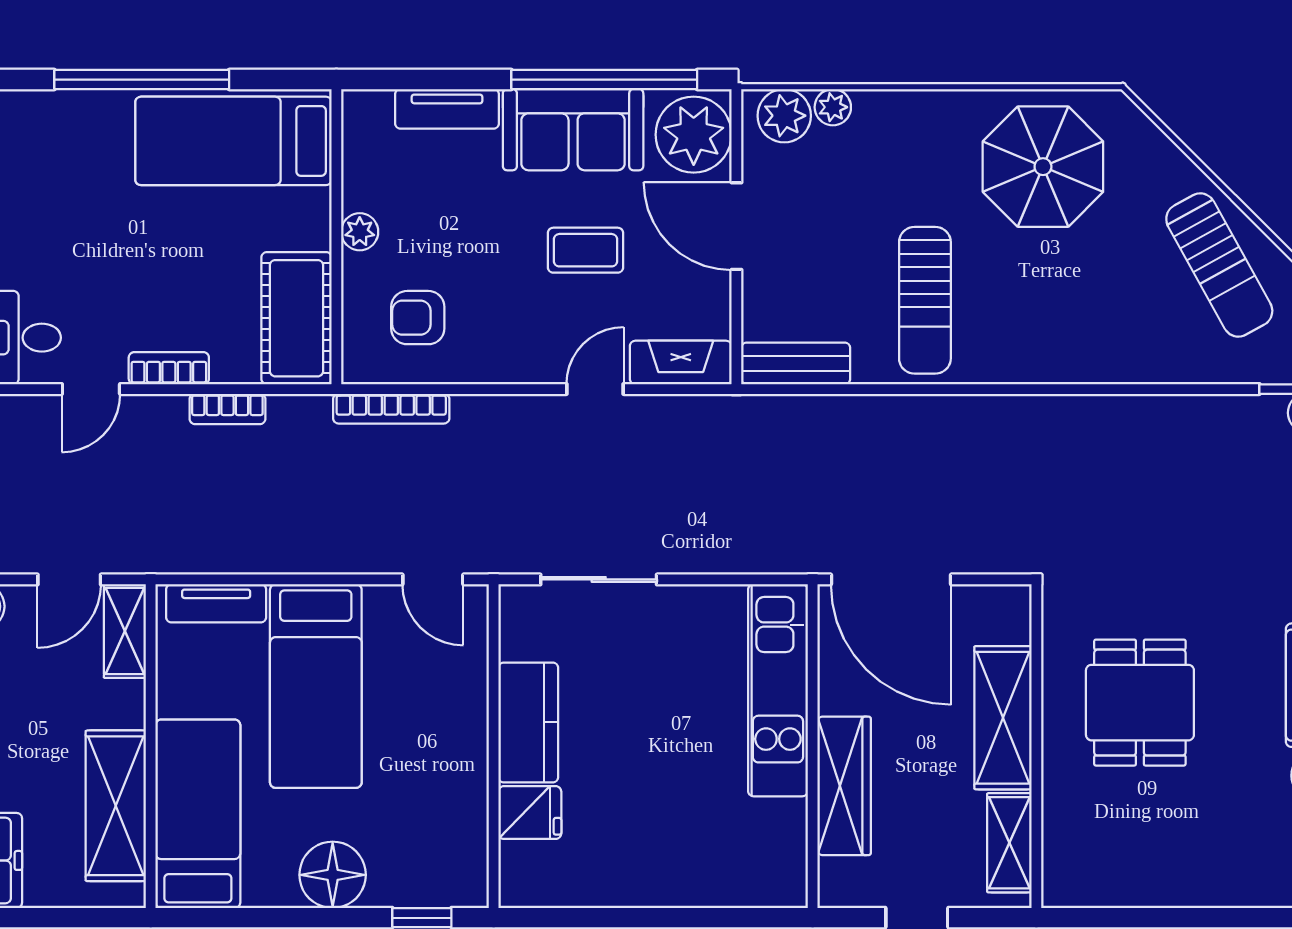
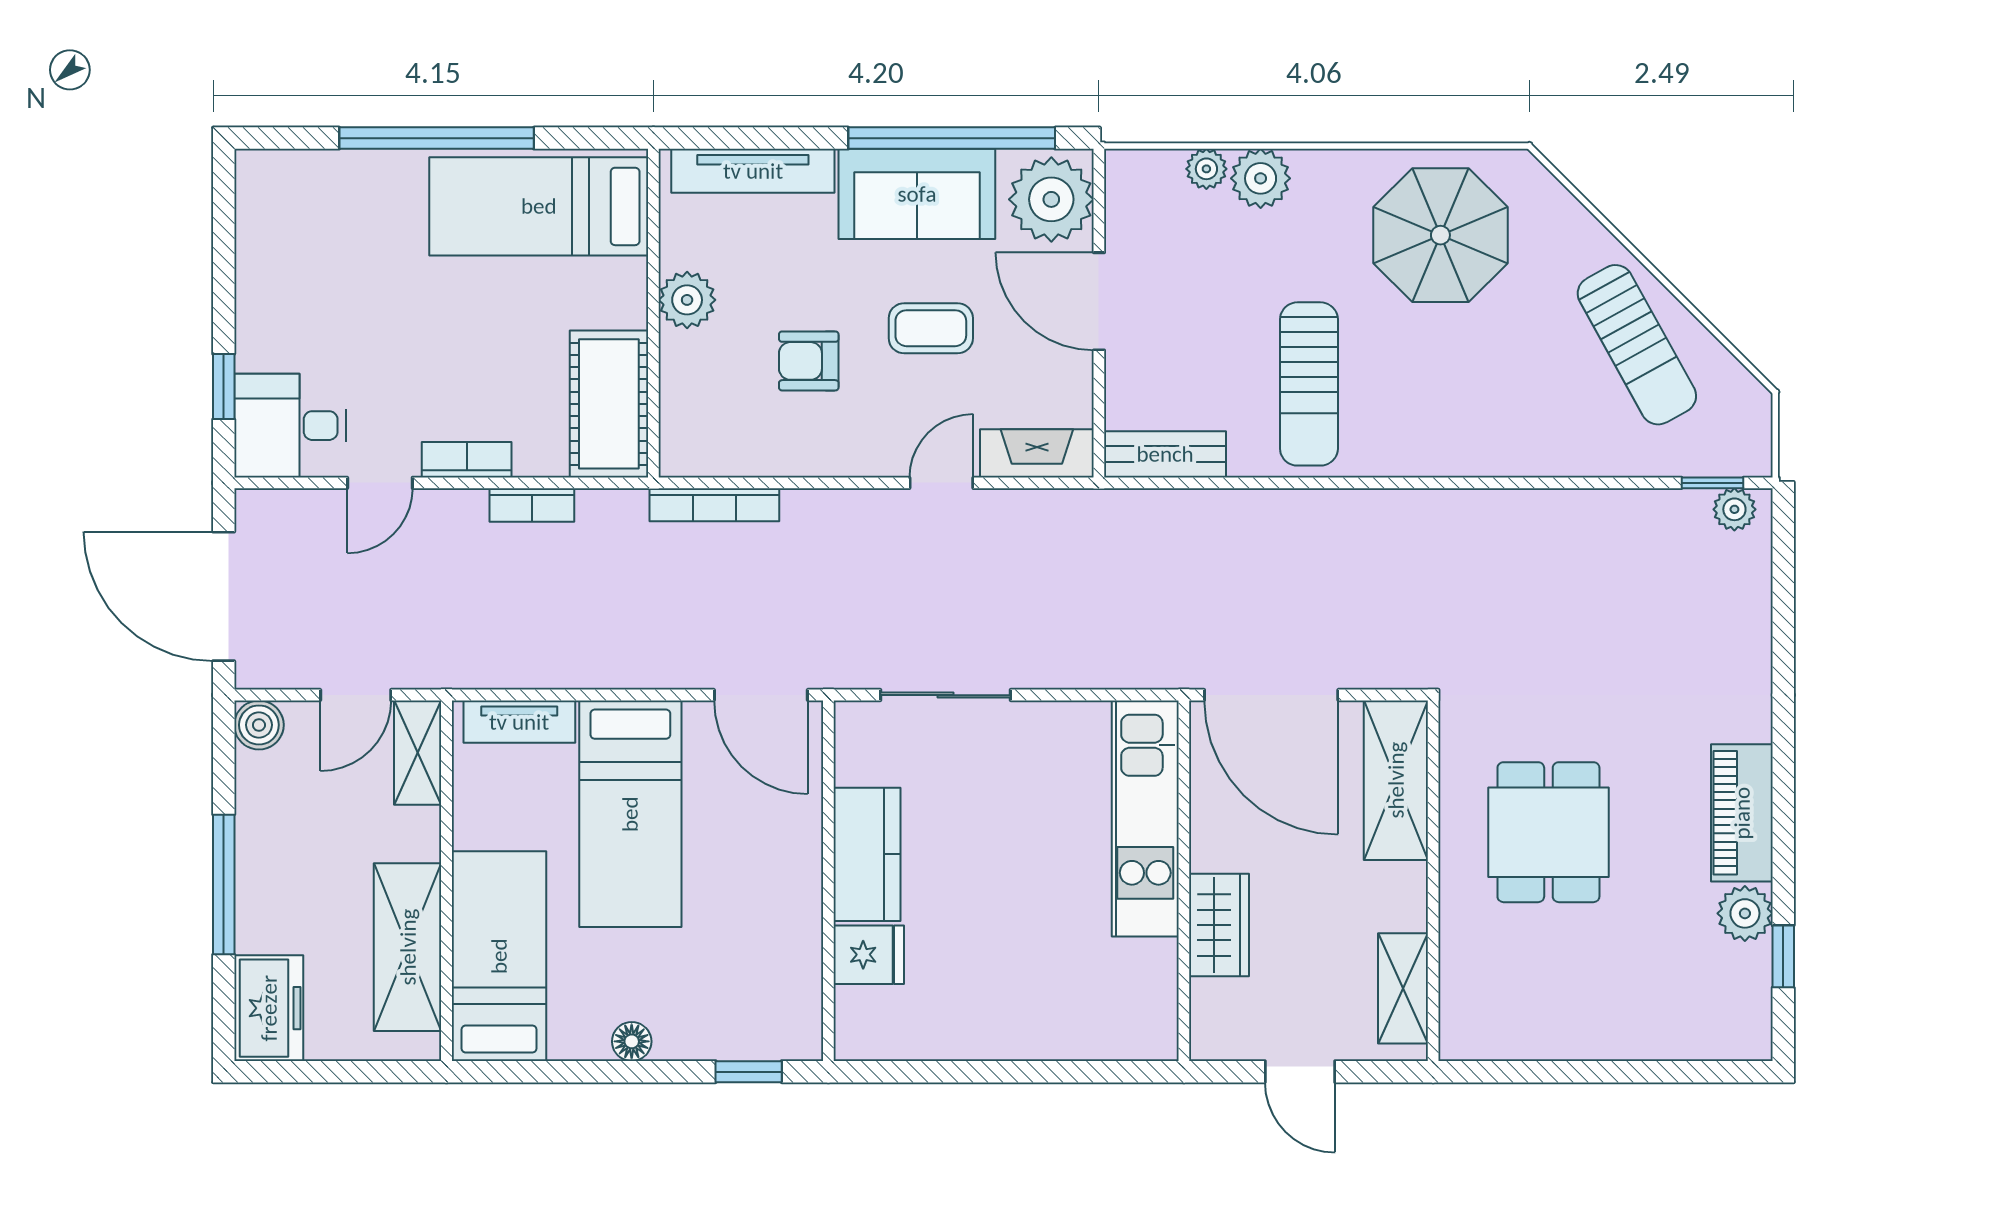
tv unit: (447, 109) -> (753, 171), width x1.41
plant: (784, 116) -> (1261, 178), moved
plant: (360, 232) -> (687, 300), width x1.38, depth x1.38
armchair: (418, 318) -> (809, 361), moved
door: (433, 579) -> (761, 695), width x1.38
shelving: (1003, 718) -> (1396, 780), moved
wardrobe: (844, 786) -> (1219, 925), width x0.67
floor lamp: (333, 875) -> (632, 1041), width x0.53, depth x0.53

